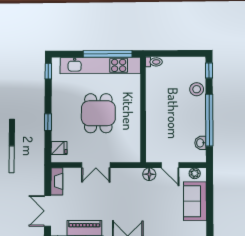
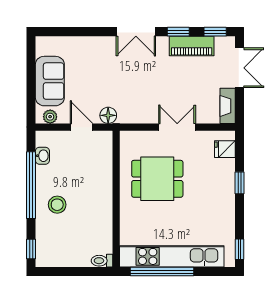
stool: (197, 89) -> (57, 205), moved
dining table: (98, 113) -> (157, 179), moved, turned 90

